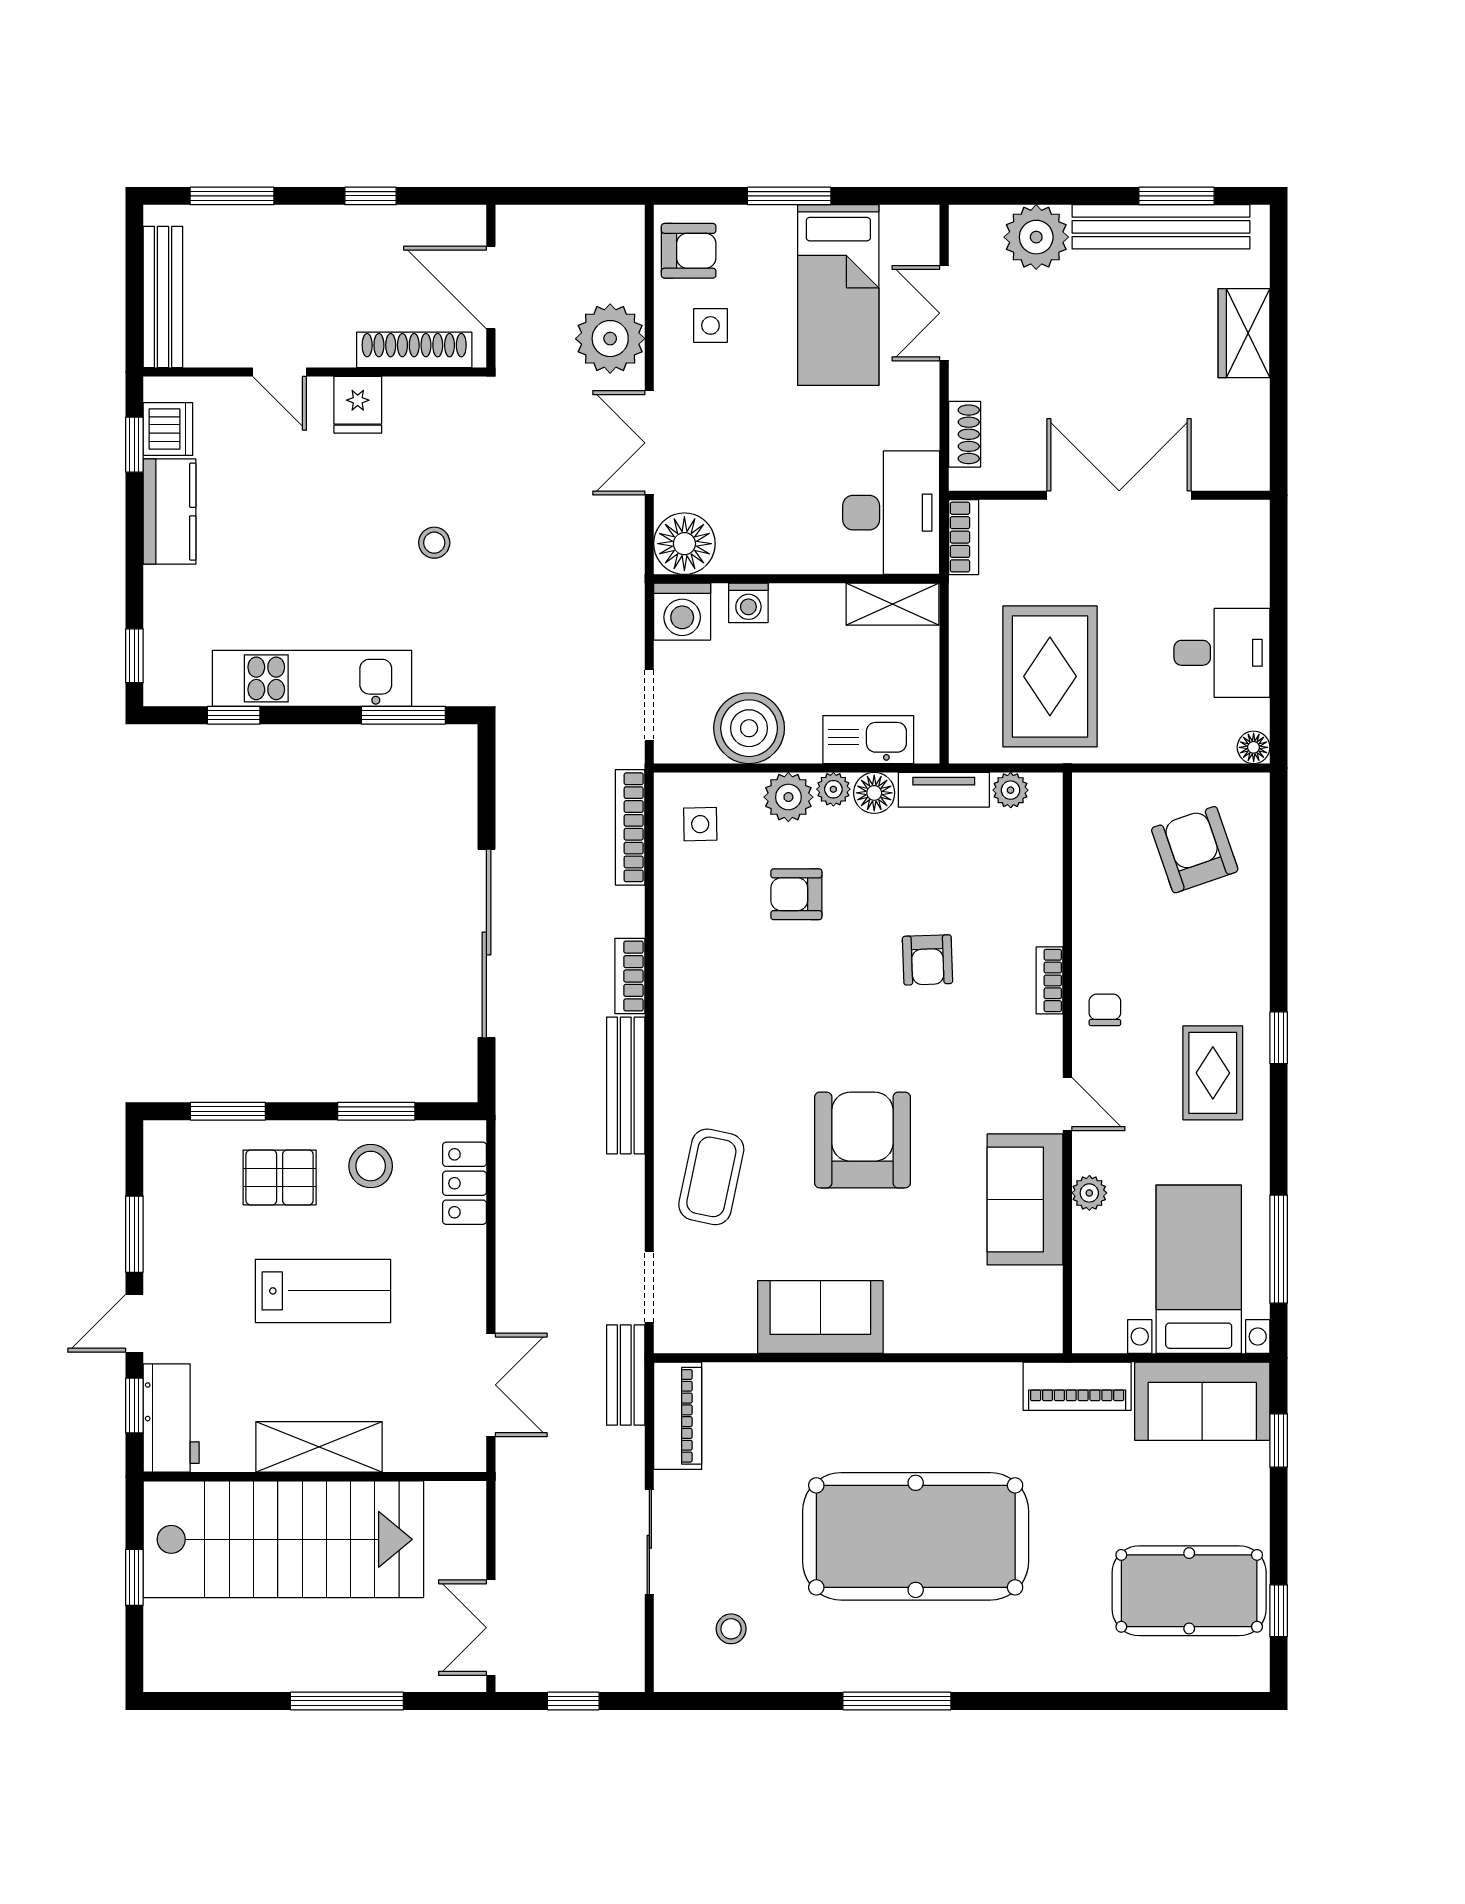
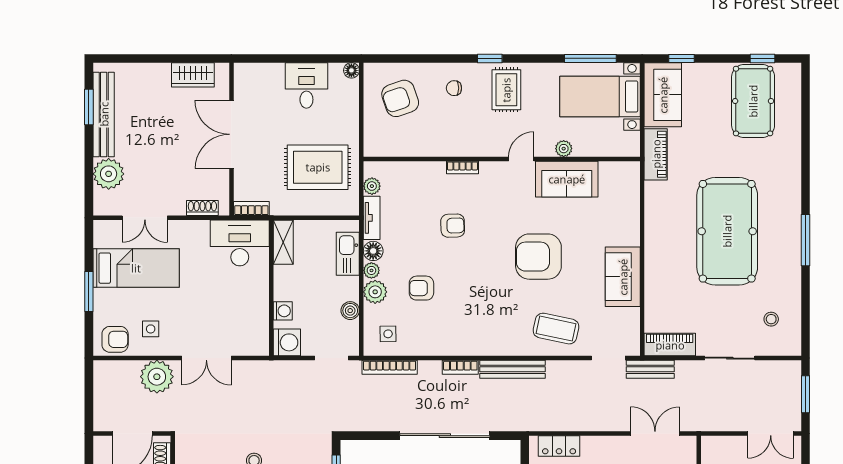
armchair: (689, 251) -> (115, 339), turned 90
wardrobe: (1244, 333) -> (193, 75), moved
floor lamp: (684, 544) -> (254, 341), removed
boiler: (749, 728) -> (350, 311), width x0.54, depth x0.54
armchair: (796, 894) -> (421, 288), turned 90
chair: (1105, 1010) -> (454, 88), moved
rug: (1213, 1073) -> (506, 90), turned 90
window: (573, 1701) -> (806, 394), width x1.50

